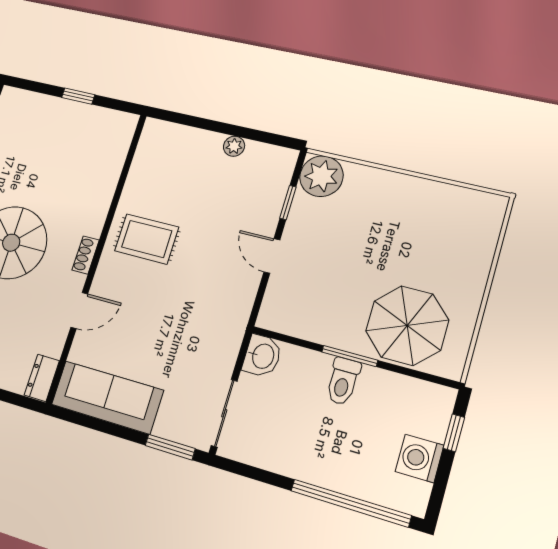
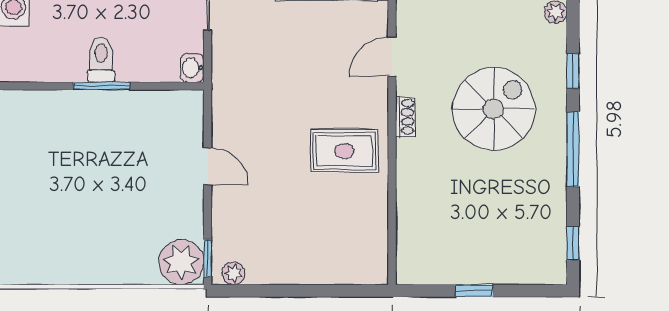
plant: (234, 146) -> (233, 273), moved
window: (288, 203) -> (208, 258), moved
parasol: (407, 326) -> (55, 131), removed
washbasin: (262, 356) -> (192, 68), width x0.72, depth x0.69

